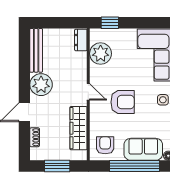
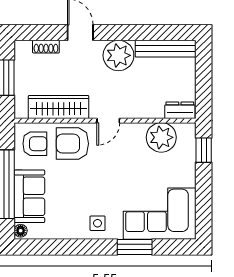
armchair: (123, 102) -> (72, 144), moved, turned 90

